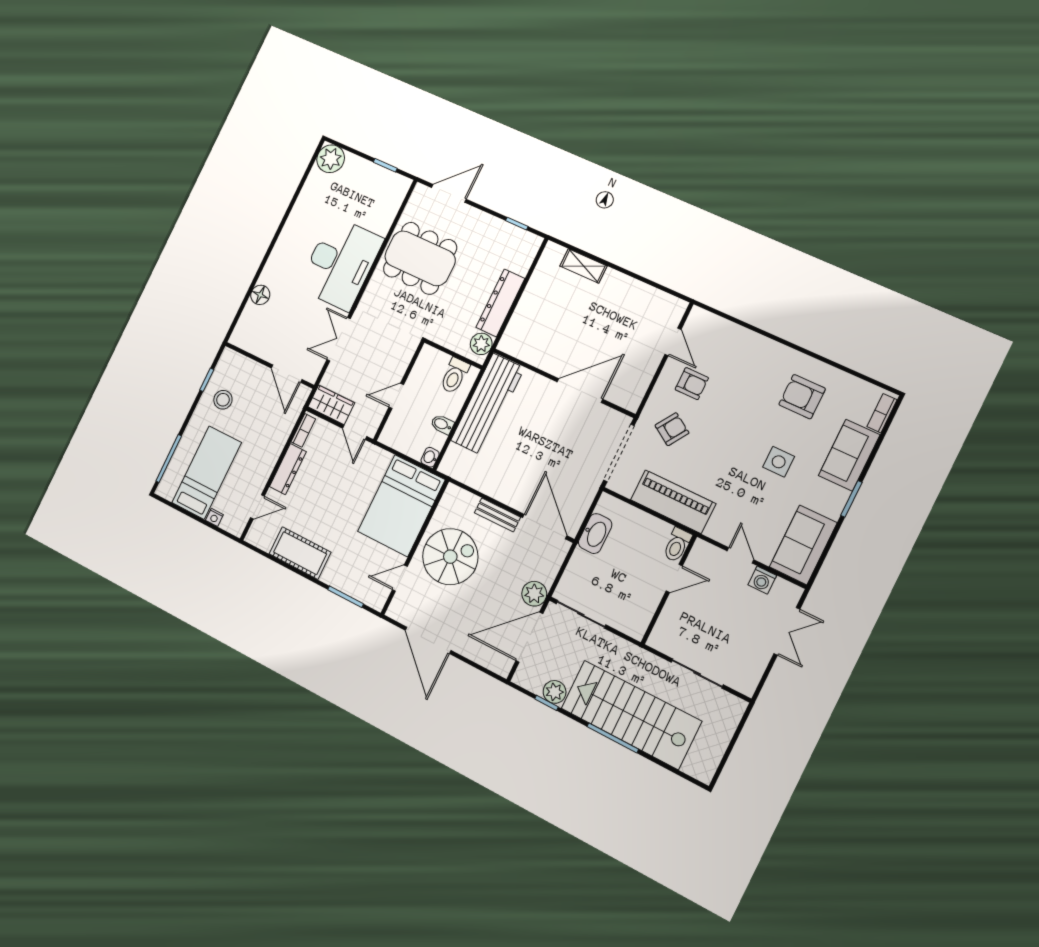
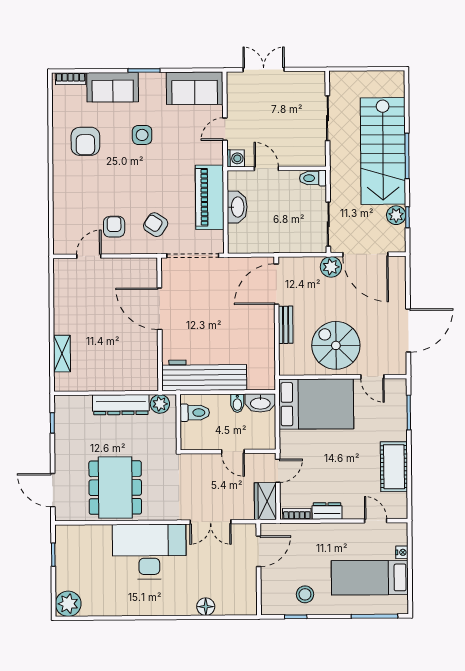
washbasin: (430, 457) -> (260, 403), width x1.91, depth x1.45
dresser: (288, 469) -> (327, 511), width x0.70
washbasin: (595, 534) -> (237, 207), moved, turned 90
toilet: (677, 545) -> (313, 178), moved, turned 180
washing machine: (762, 580) -> (236, 158), moved

